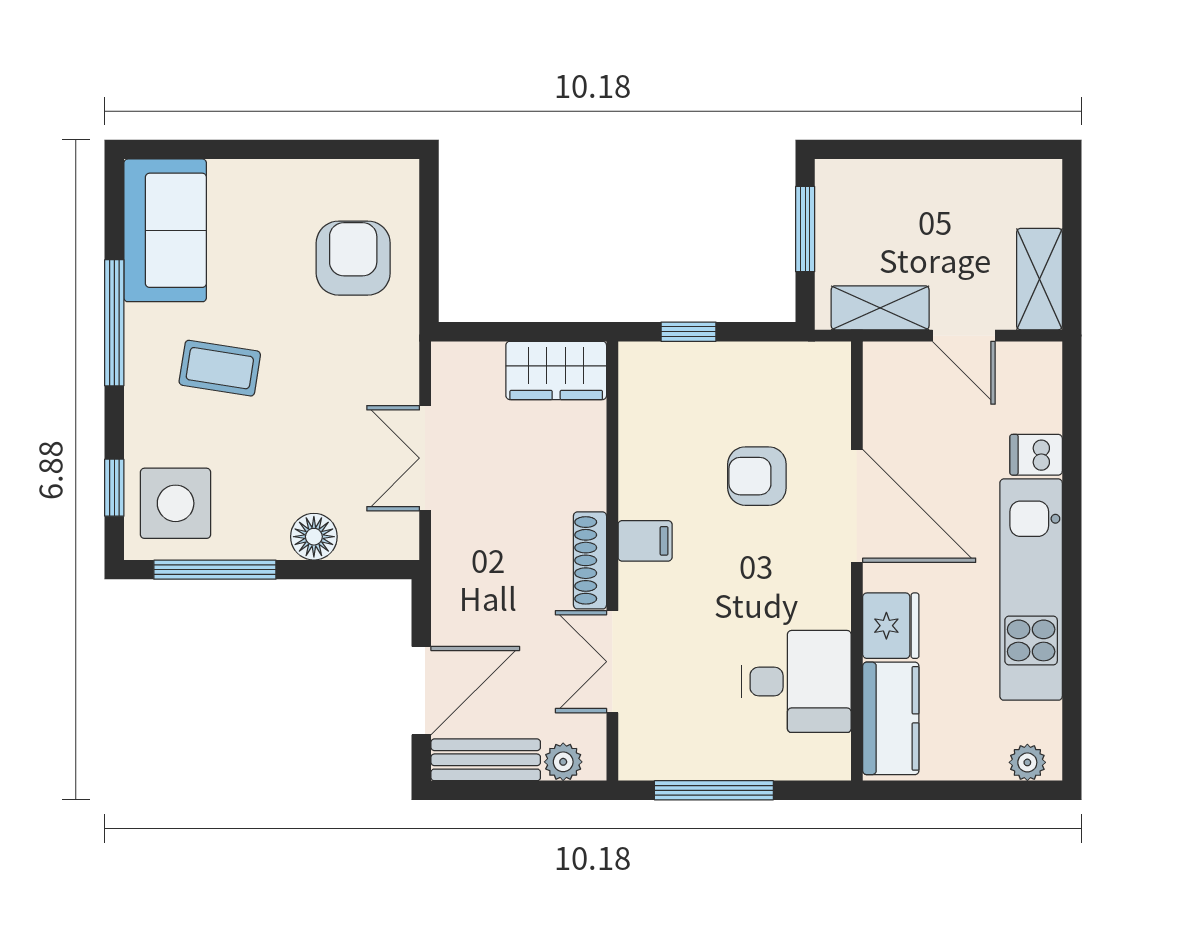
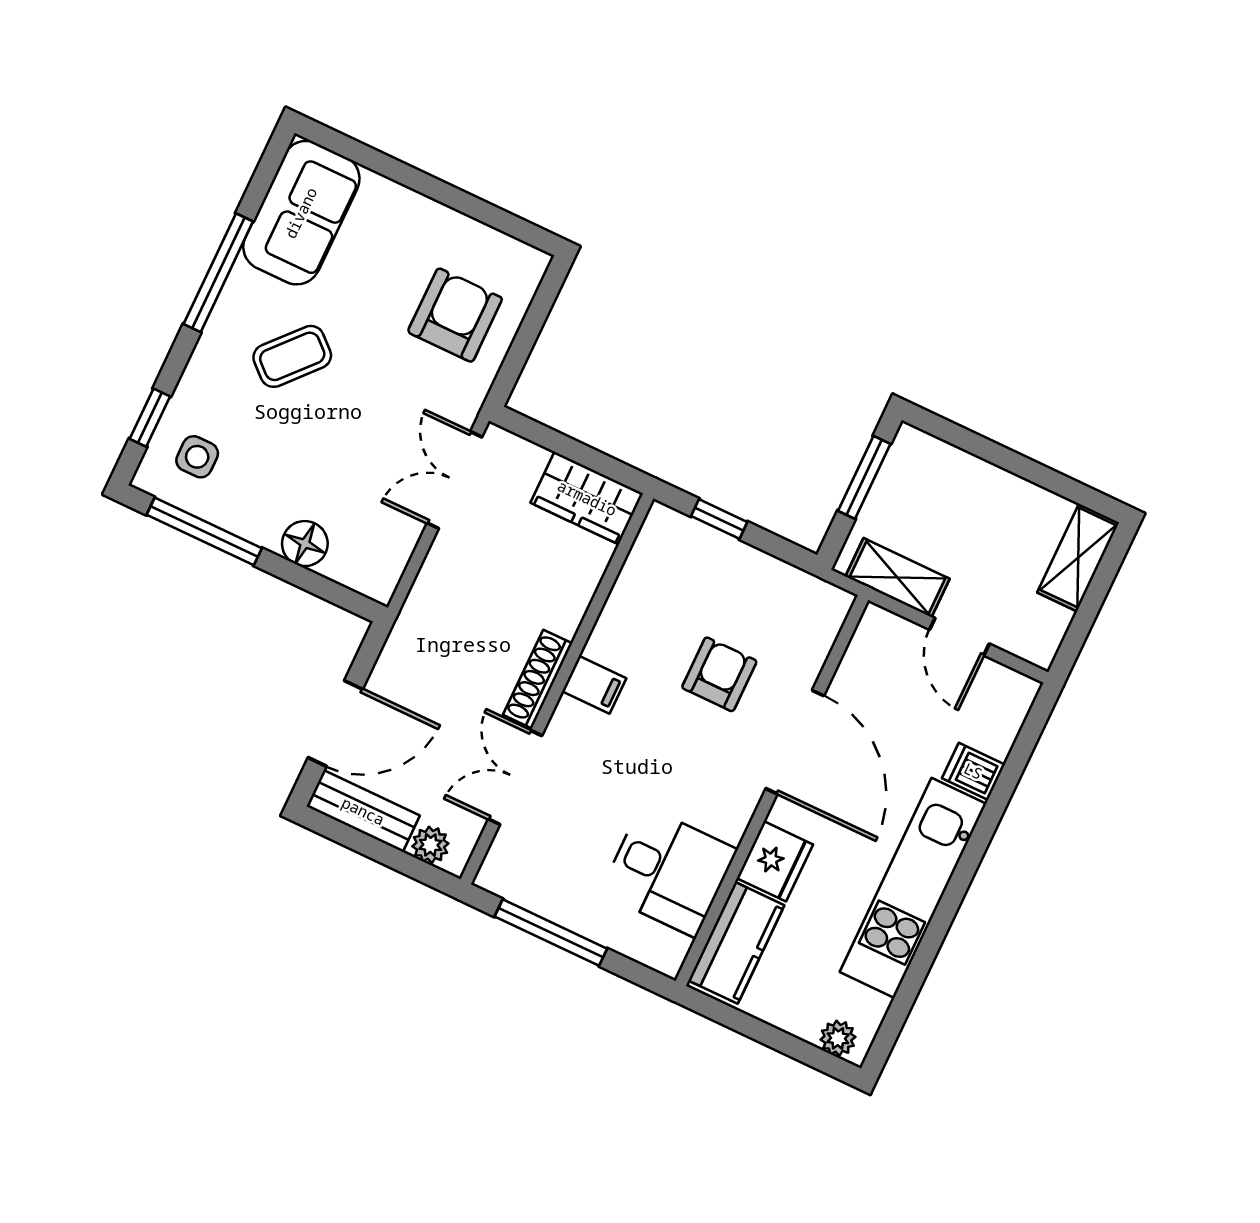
shelving: (1039, 279) -> (1078, 558), moved
coffee table: (220, 368) -> (292, 356), turned -57
double door: (425, 458) -> (454, 480), moved
armchair: (757, 476) -> (719, 674), turned 90
side table: (176, 503) -> (197, 457), width x0.54, depth x0.54

